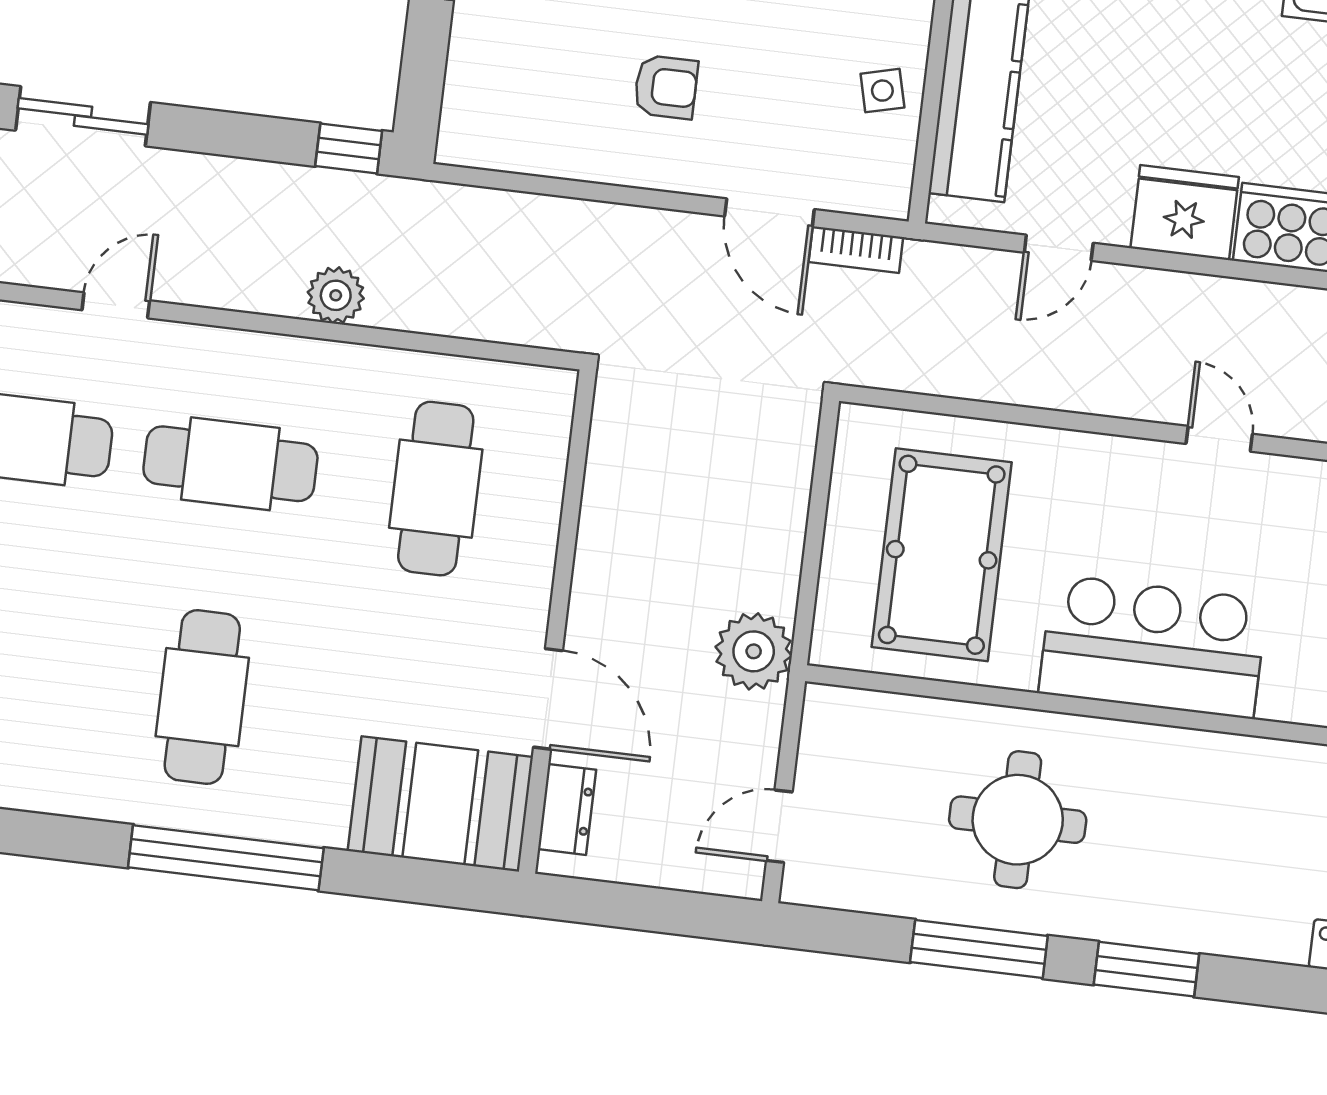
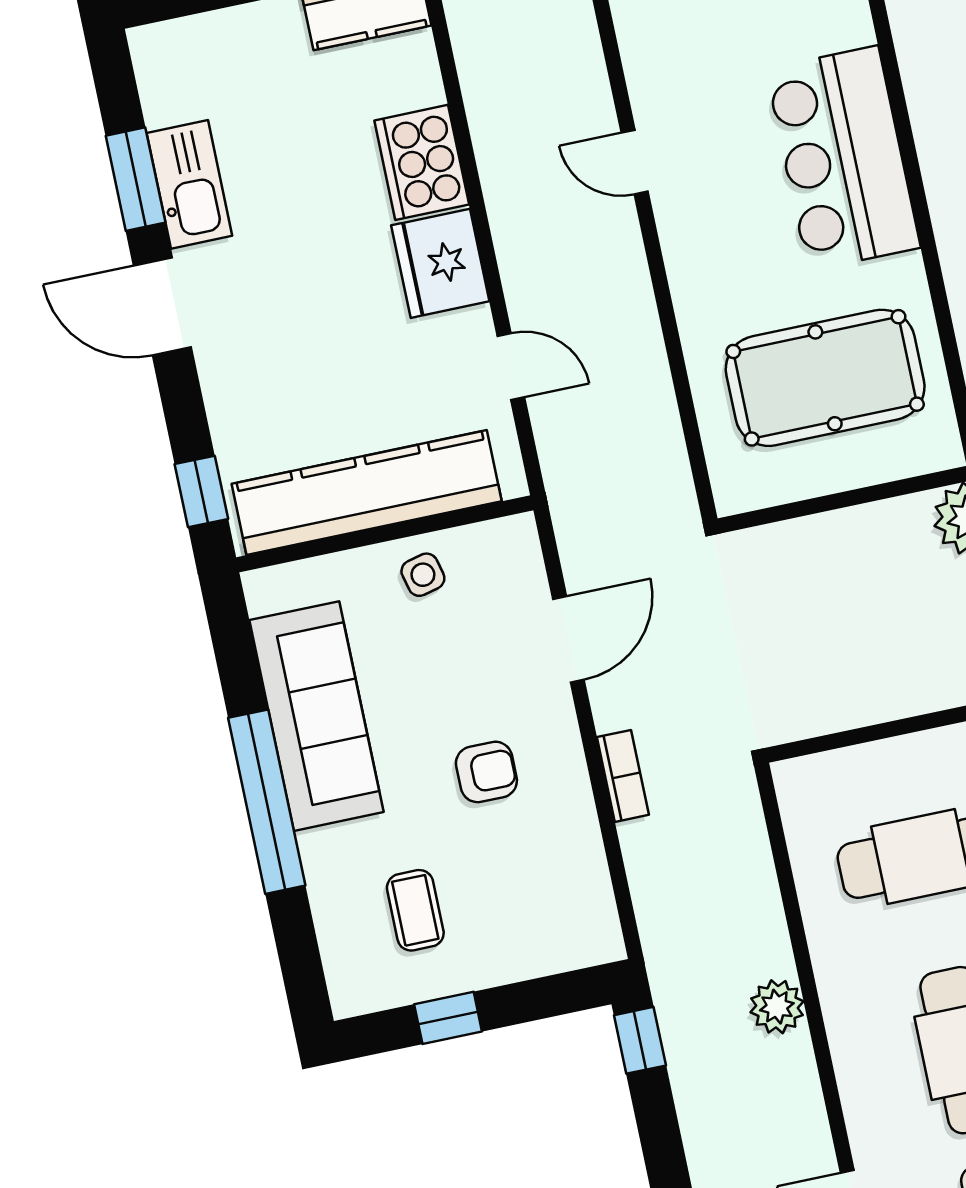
armchair: (666, 87) -> (486, 772), turned 90
bookcase: (856, 250) -> (623, 776), moved
door: (1219, 439) -> (635, 162), hinge flipped

